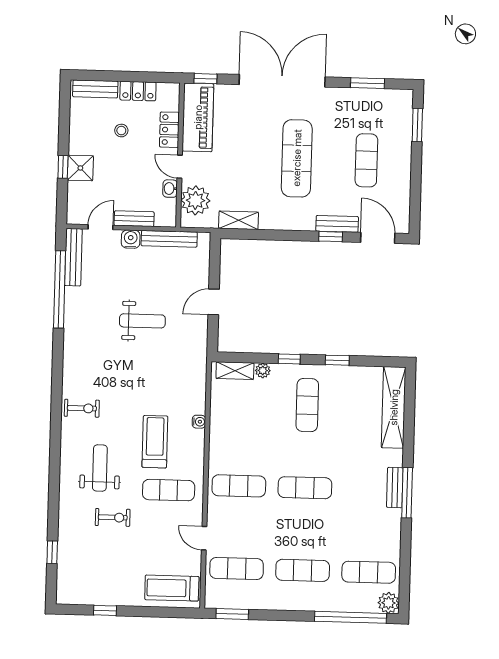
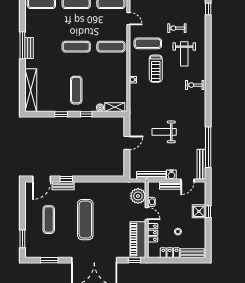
shelving: (239, 220) -> (115, 186), removed
door: (378, 238) -> (42, 179), hinge flipped

